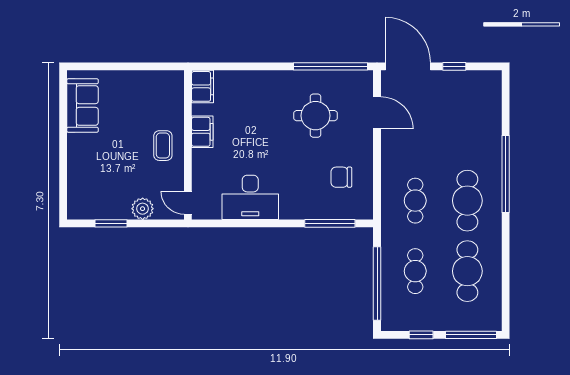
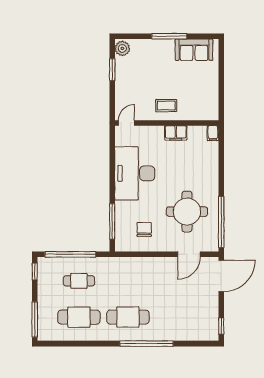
window: (454, 66) -> (221, 326), moved
filing cabinet: (203, 86) -> (213, 133), width x0.50
round table: (316, 116) -> (187, 212), width x1.36, depth x1.36
window: (63, 141) -> (169, 36), added
desk: (250, 197) -> (135, 173), width x1.36, depth x1.30
cafe table: (415, 201) -> (128, 281), removed
plant: (143, 209) -> (122, 48), moved
window: (421, 335) -> (35, 272), moved

